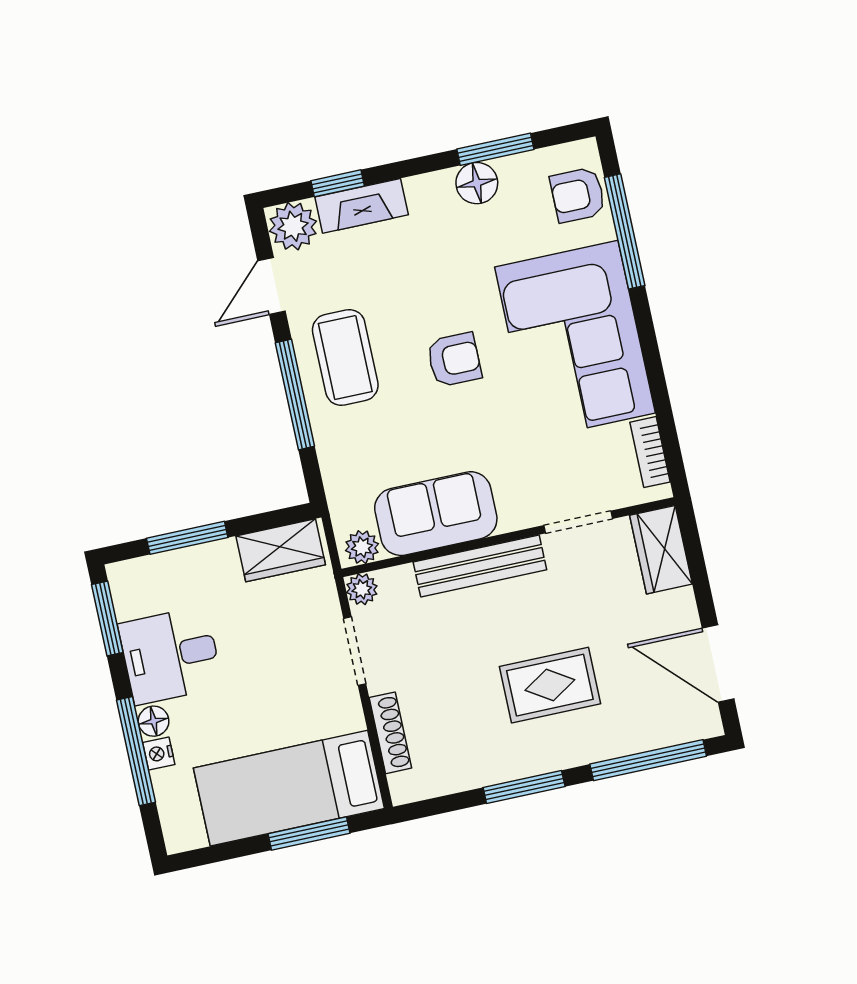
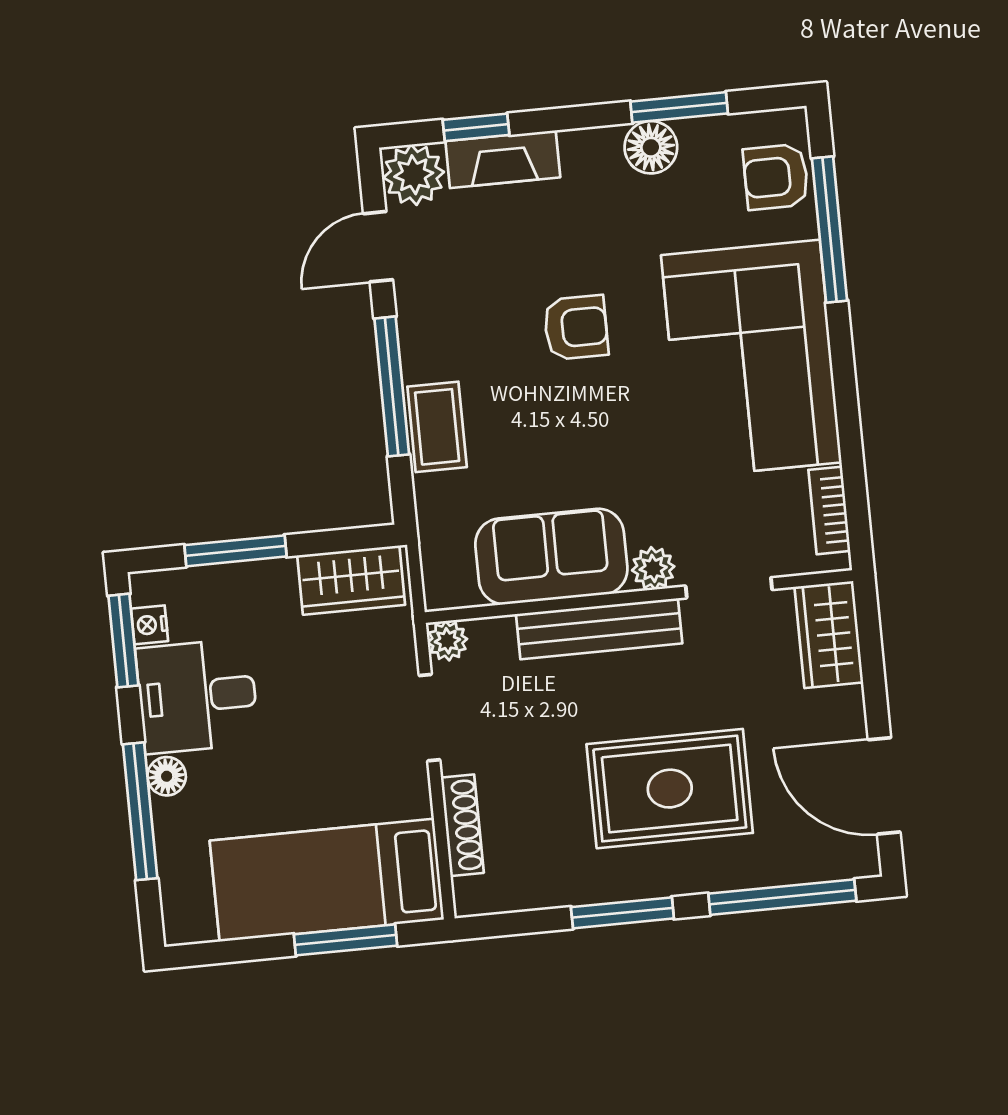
coffee table: (345, 357) -> (437, 427), moved, width x0.73, depth x0.77
armchair: (454, 360) -> (576, 328), moved
plant: (362, 547) -> (653, 568), moved
rug: (550, 685) -> (670, 789), width x1.36, depth x1.43
nightstand: (159, 753) -> (150, 625), moved

